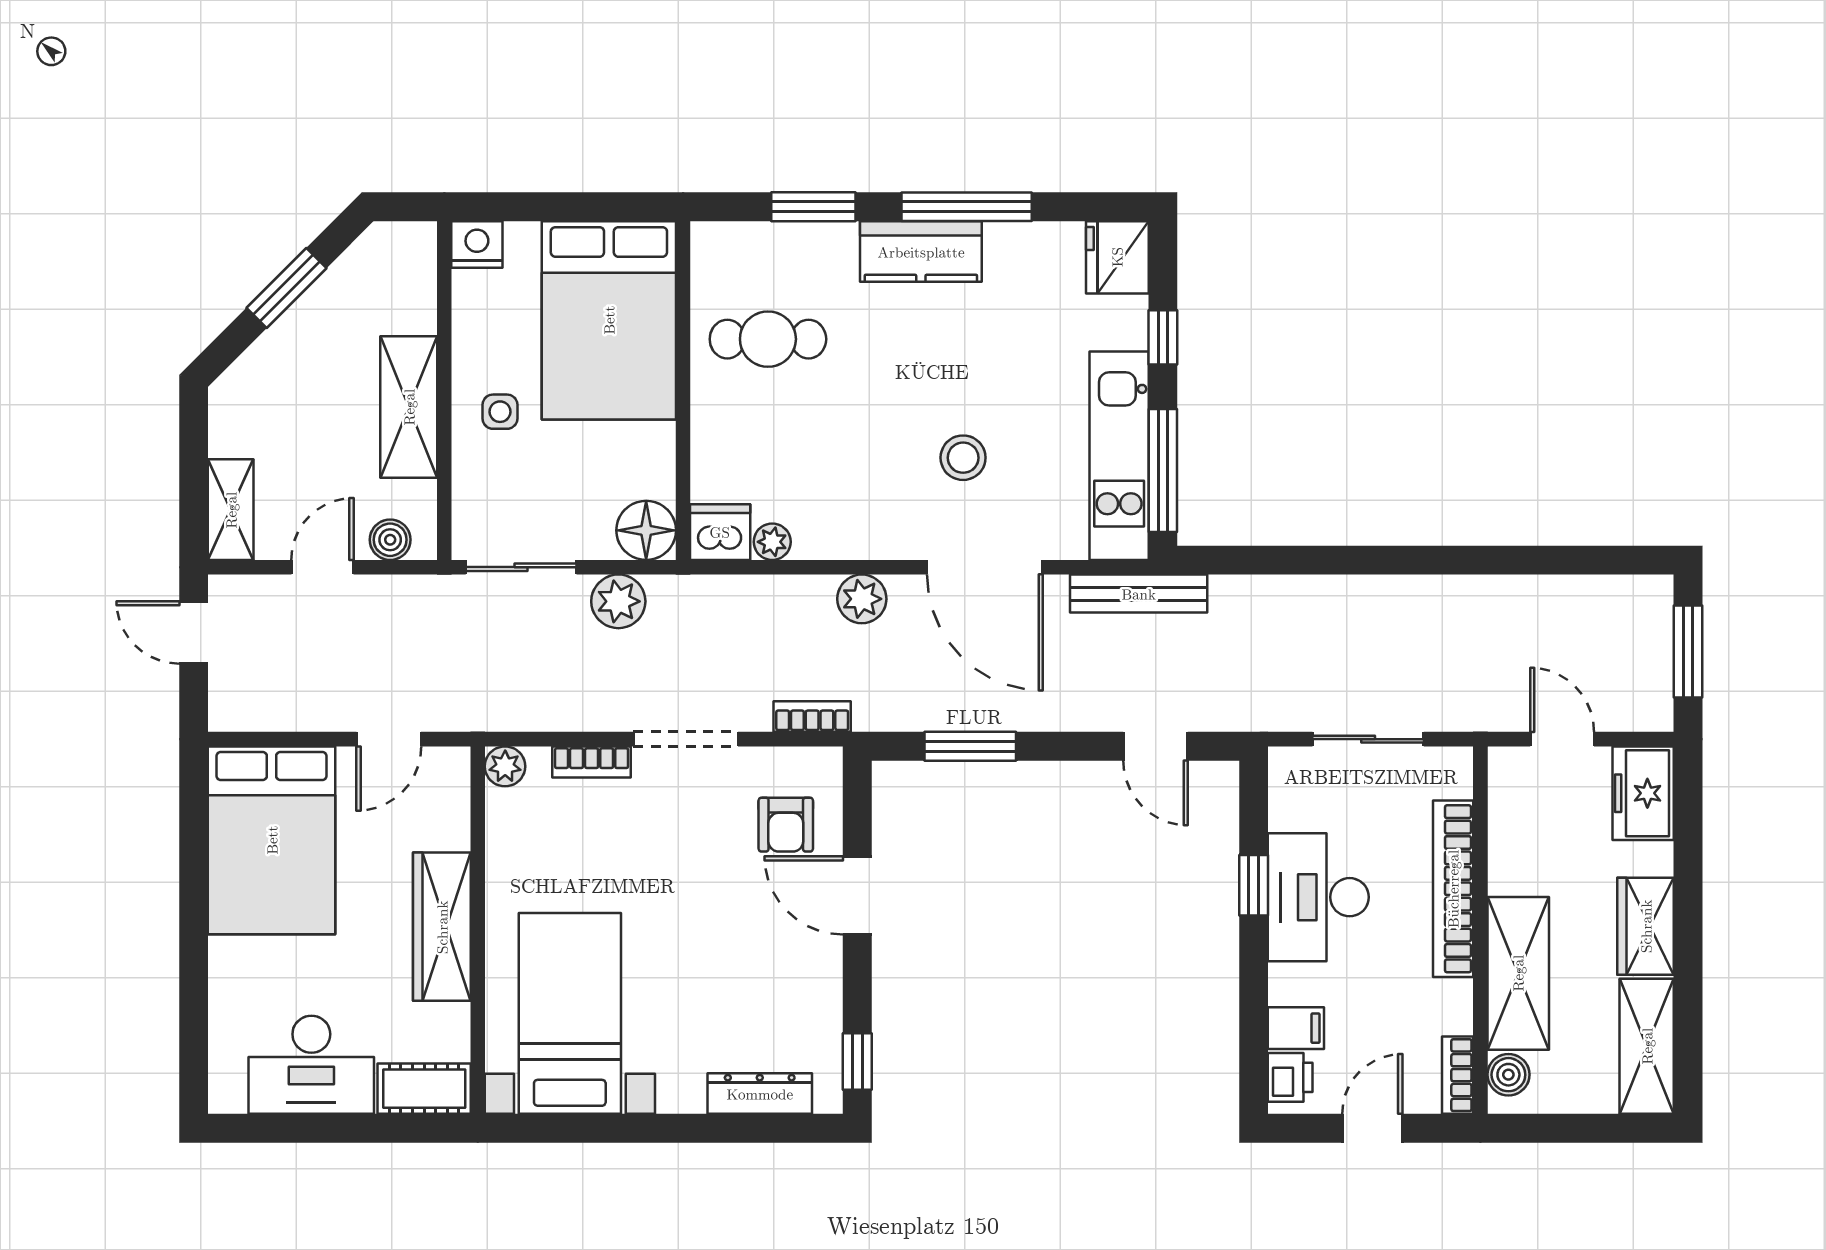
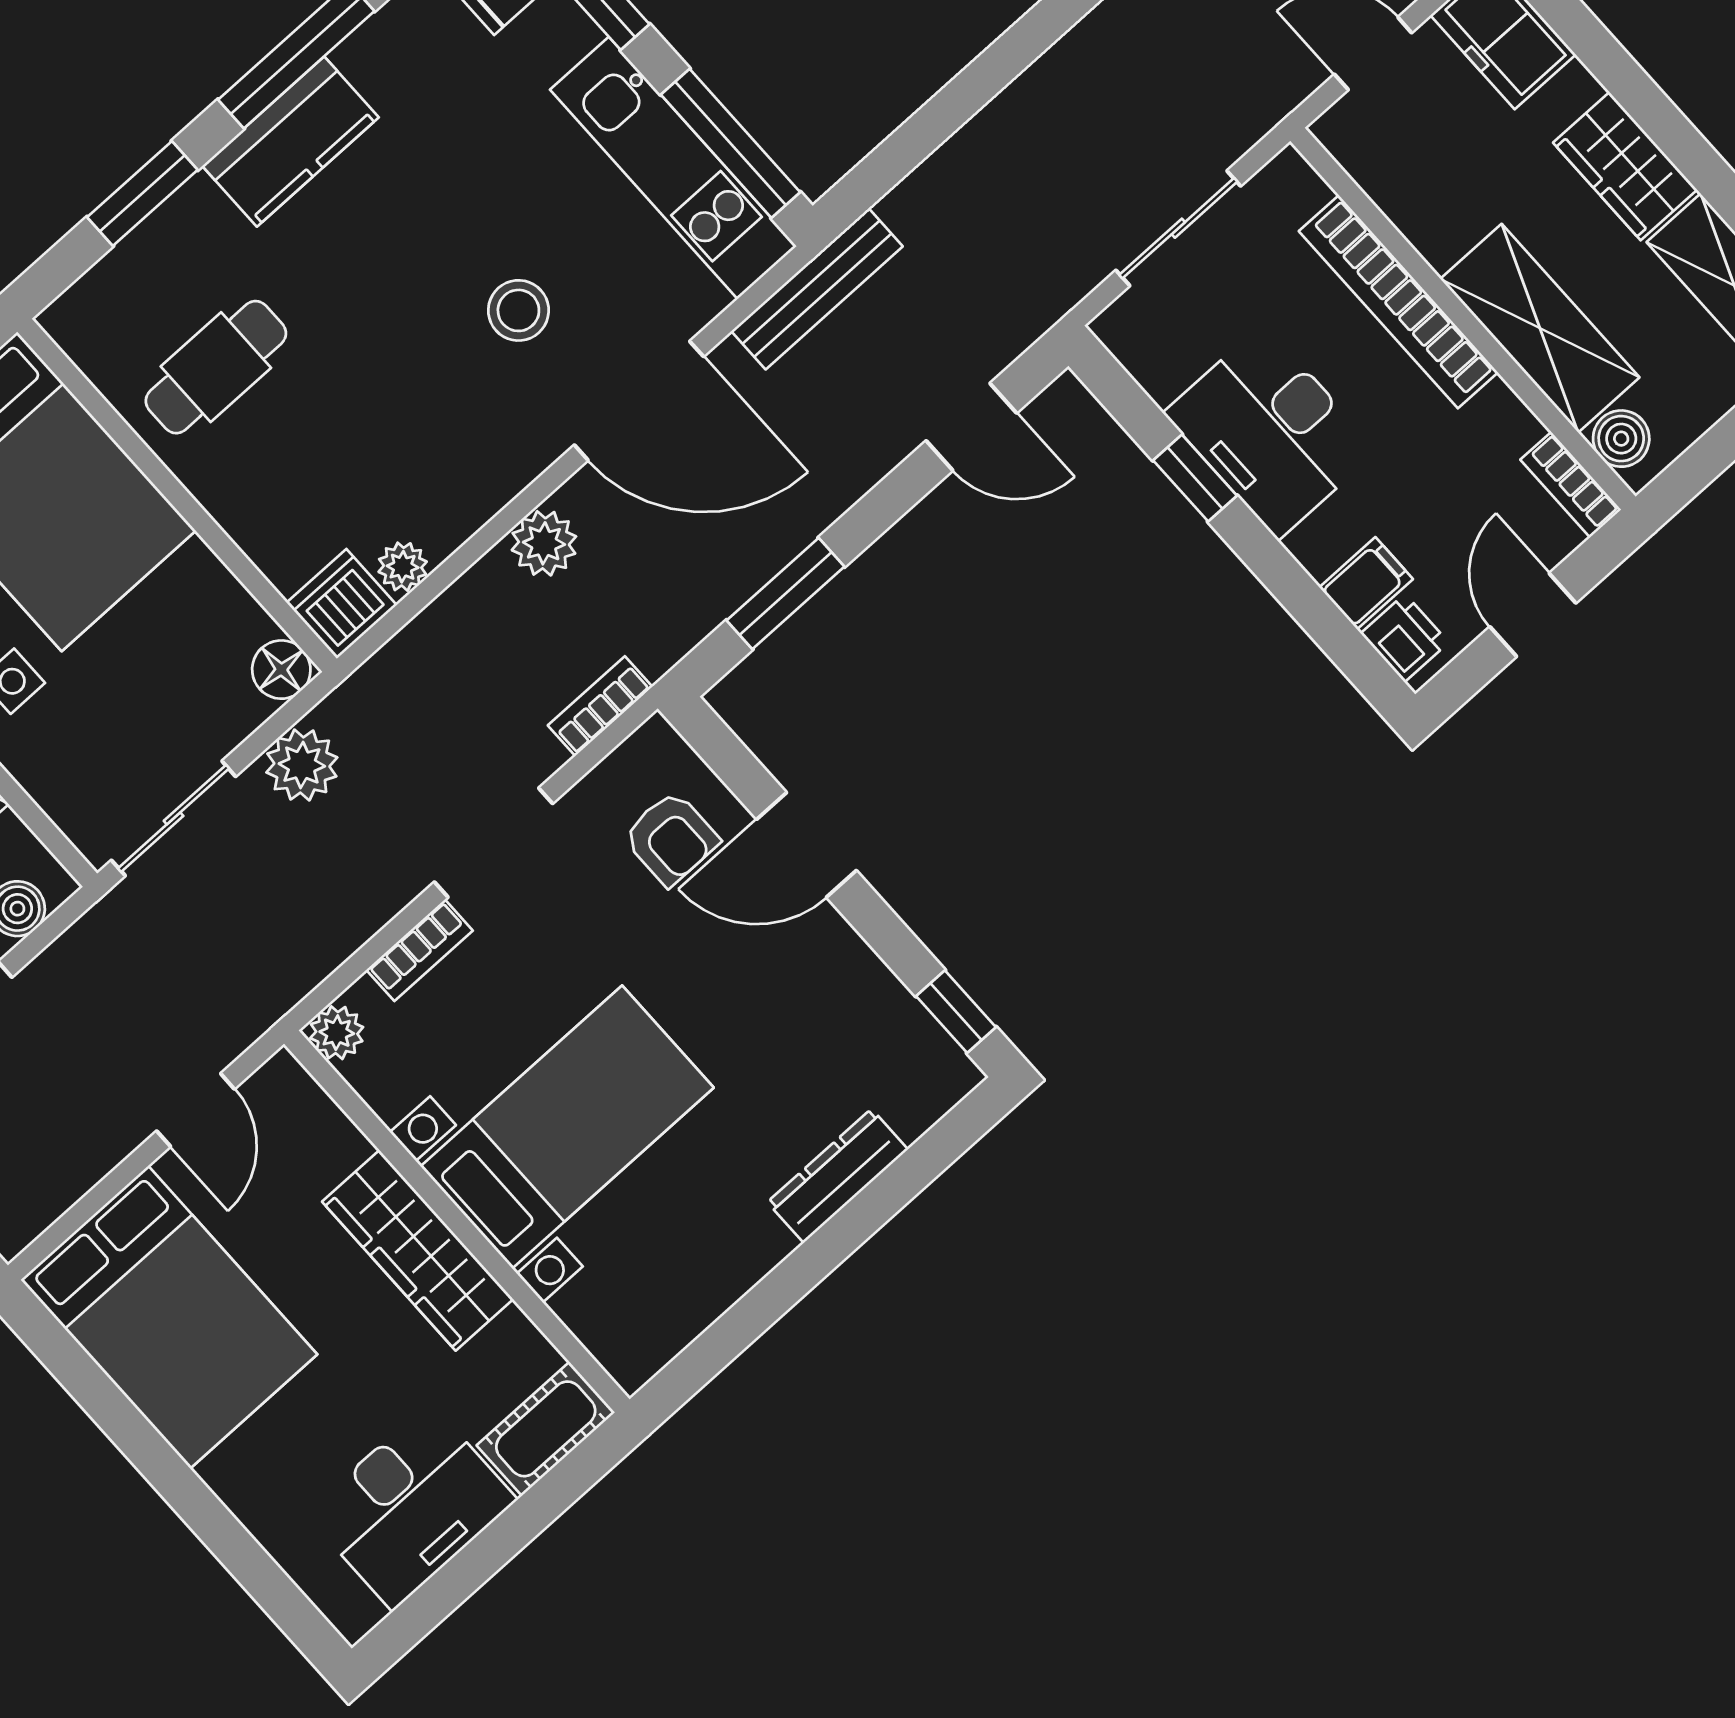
floor lamp: (646, 530) -> (281, 670), width x0.73, depth x0.73
bed with nightstands: (570, 1013) -> (567, 1127), moved, turned 90
dresser: (760, 1094) -> (838, 1176), moved

